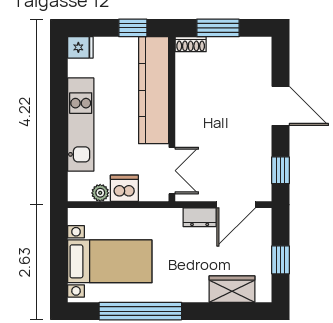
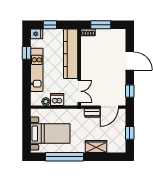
window: (133, 28) -> (50, 25), moved
window: (59, 88) -> (27, 53), added
wardrobe: (232, 289) -> (96, 146), moved

